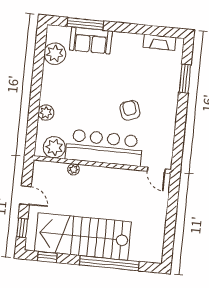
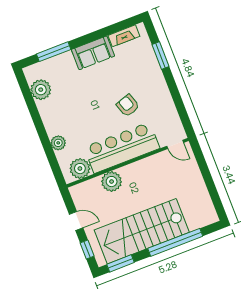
sofa: (91, 41) -> (93, 53), moved
plant: (74, 169) -> (112, 182), width x1.87, depth x1.87
window: (47, 257) -> (121, 263), width x1.50

